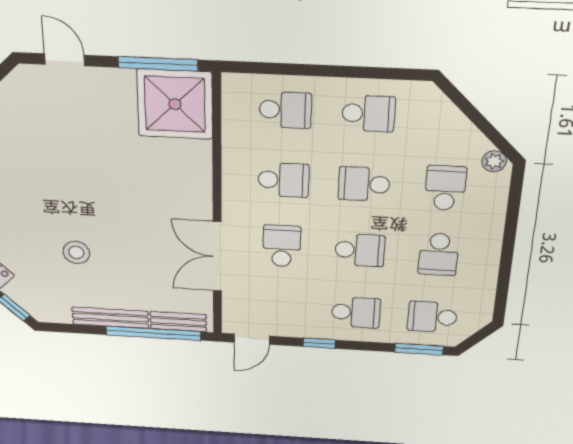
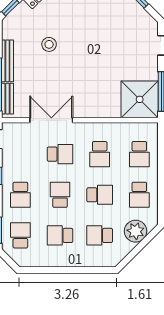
plant: (494, 161) -> (136, 231), moved, width x1.87, depth x1.87
school desk: (364, 184) -> (100, 195), turned 90
school desk: (445, 188) -> (100, 235), turned 180
school desk: (360, 250) -> (60, 195), turned 180

